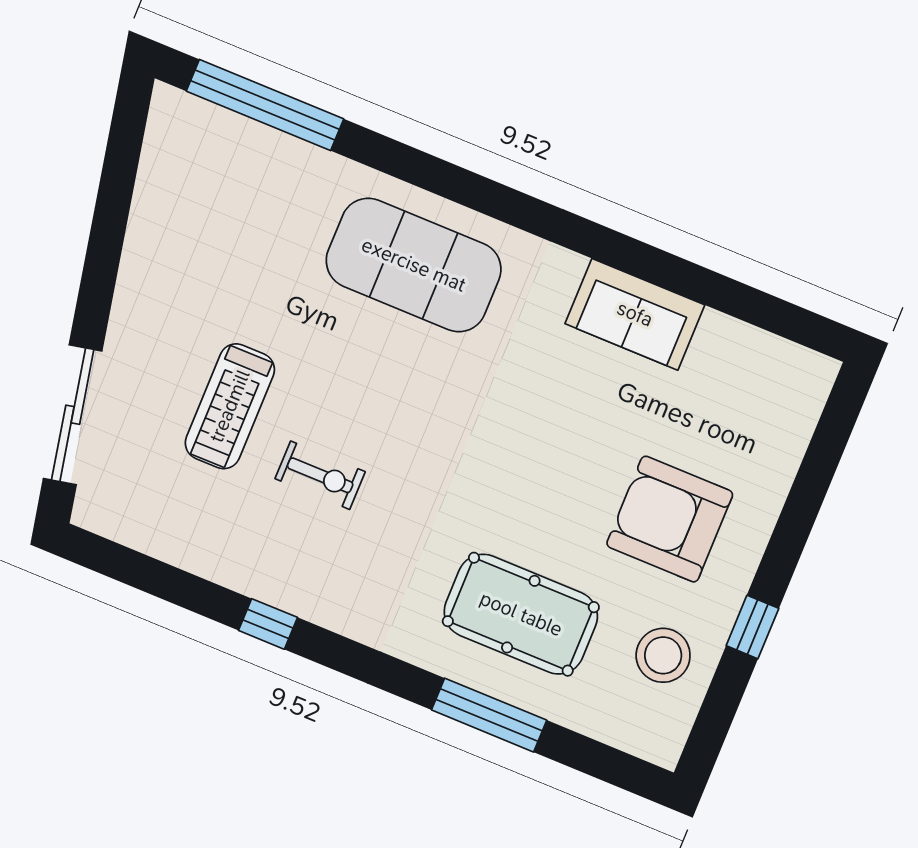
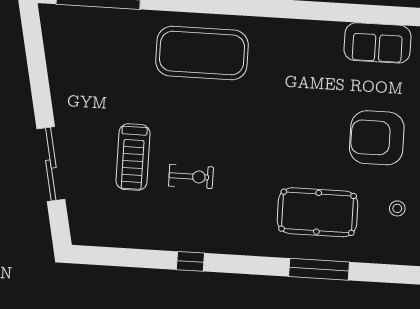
sofa: (635, 314) -> (377, 43), moved
sliding door: (73, 415) -> (51, 164), moved
stool: (663, 655) -> (397, 208), width x0.53, depth x0.53

